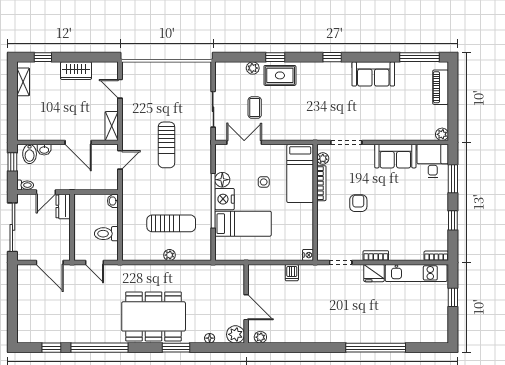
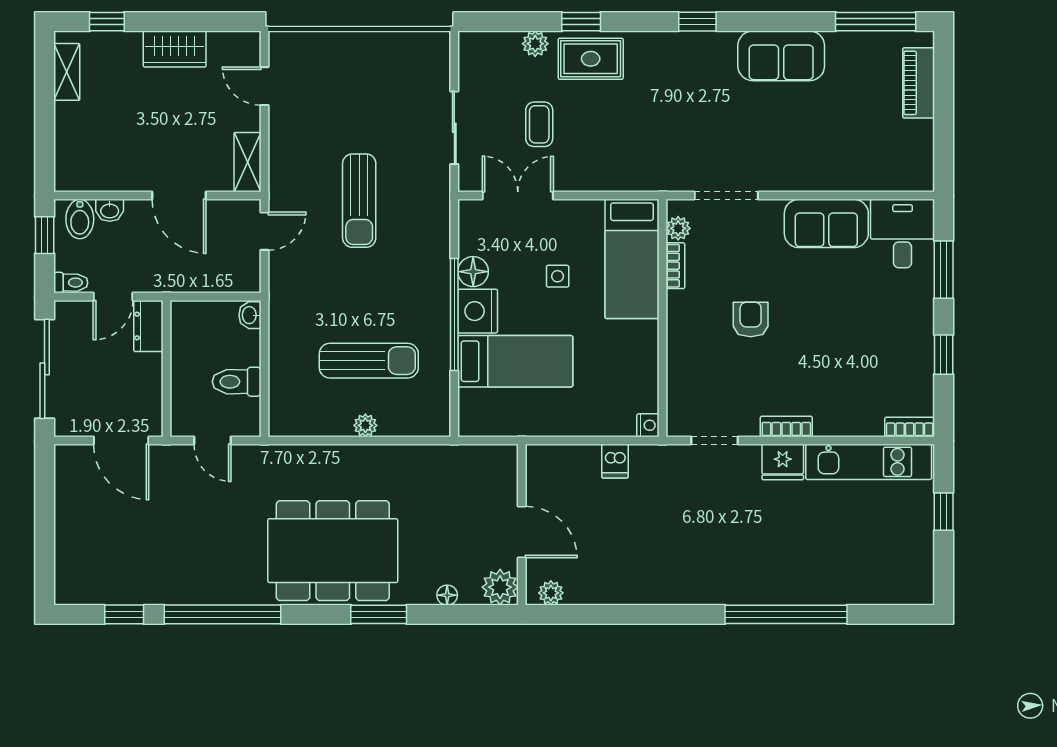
plant: (442, 134) -> (921, 179), removed
bookcase: (321, 183) -> (675, 266), width x0.64

